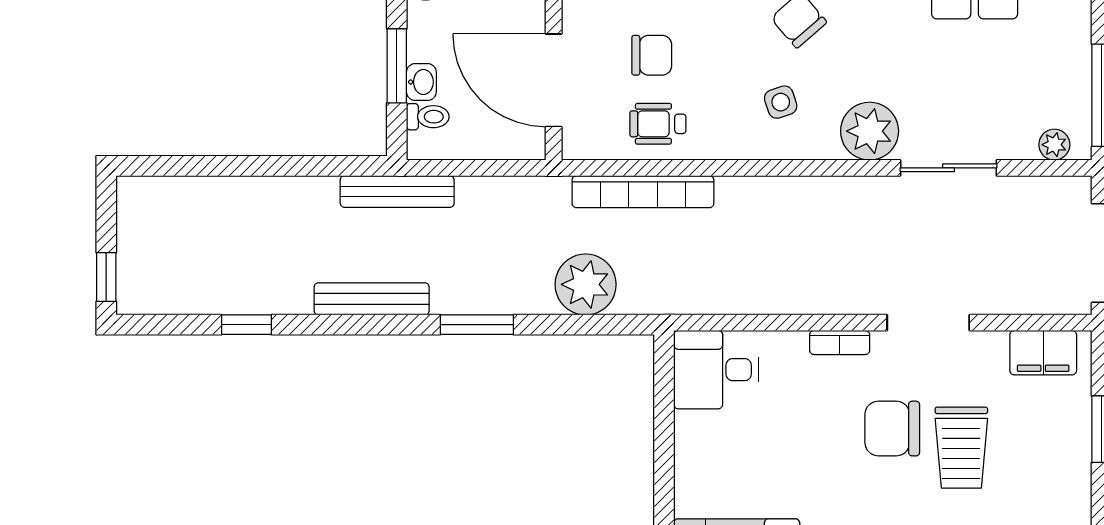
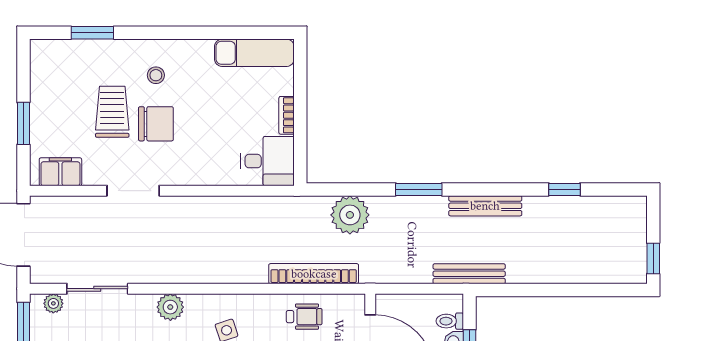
plant: (870, 131) -> (170, 307), width x0.73, depth x0.73
sliding door: (948, 168) -> (97, 289), moved
window: (106, 277) -> (653, 258), moved
bookcase: (840, 343) -> (287, 115), moved, turned -90
stool: (892, 505) -> (156, 75), added

